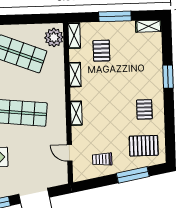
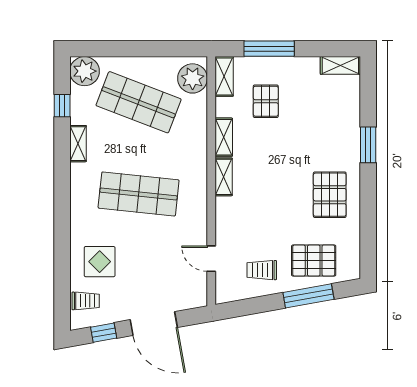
window: (115, 16) -> (269, 49), moved
pallet: (144, 109) -> (330, 195), width x1.50, depth x1.42
shelving: (76, 113) -> (224, 177), moved
pallet: (144, 146) -> (314, 261), moved

